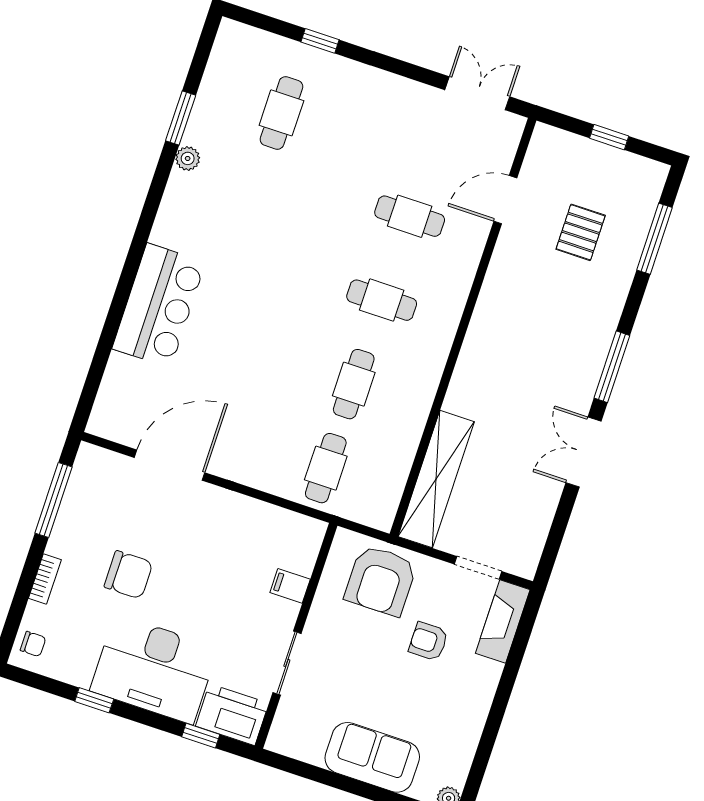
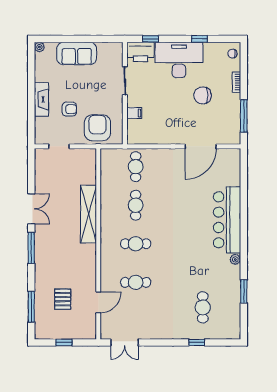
plant: (188, 158) -> (235, 259), moved
bar counter: (159, 305) -> (227, 220), width x1.36
shelving: (436, 479) -> (88, 214), moved
fireplace: (503, 621) -> (41, 99), moved

